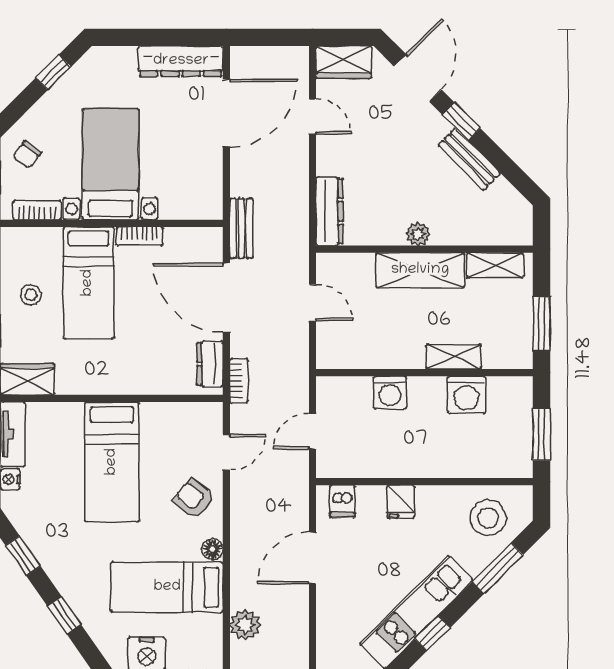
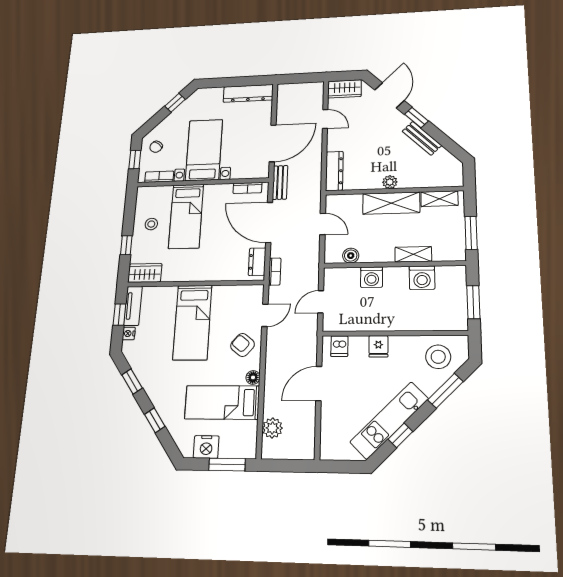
door: (226, 113) -> (273, 143), moved
bookcase: (139, 236) -> (247, 188), moved
boiler: (358, 357) -> (351, 256), added

